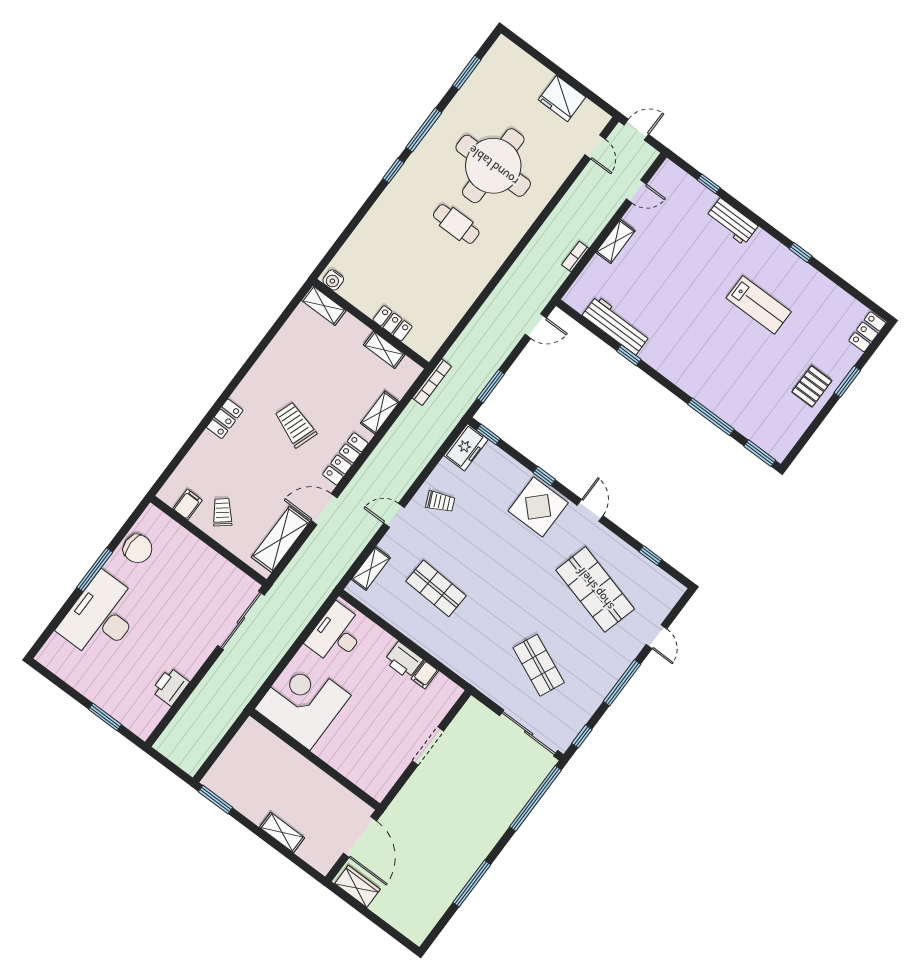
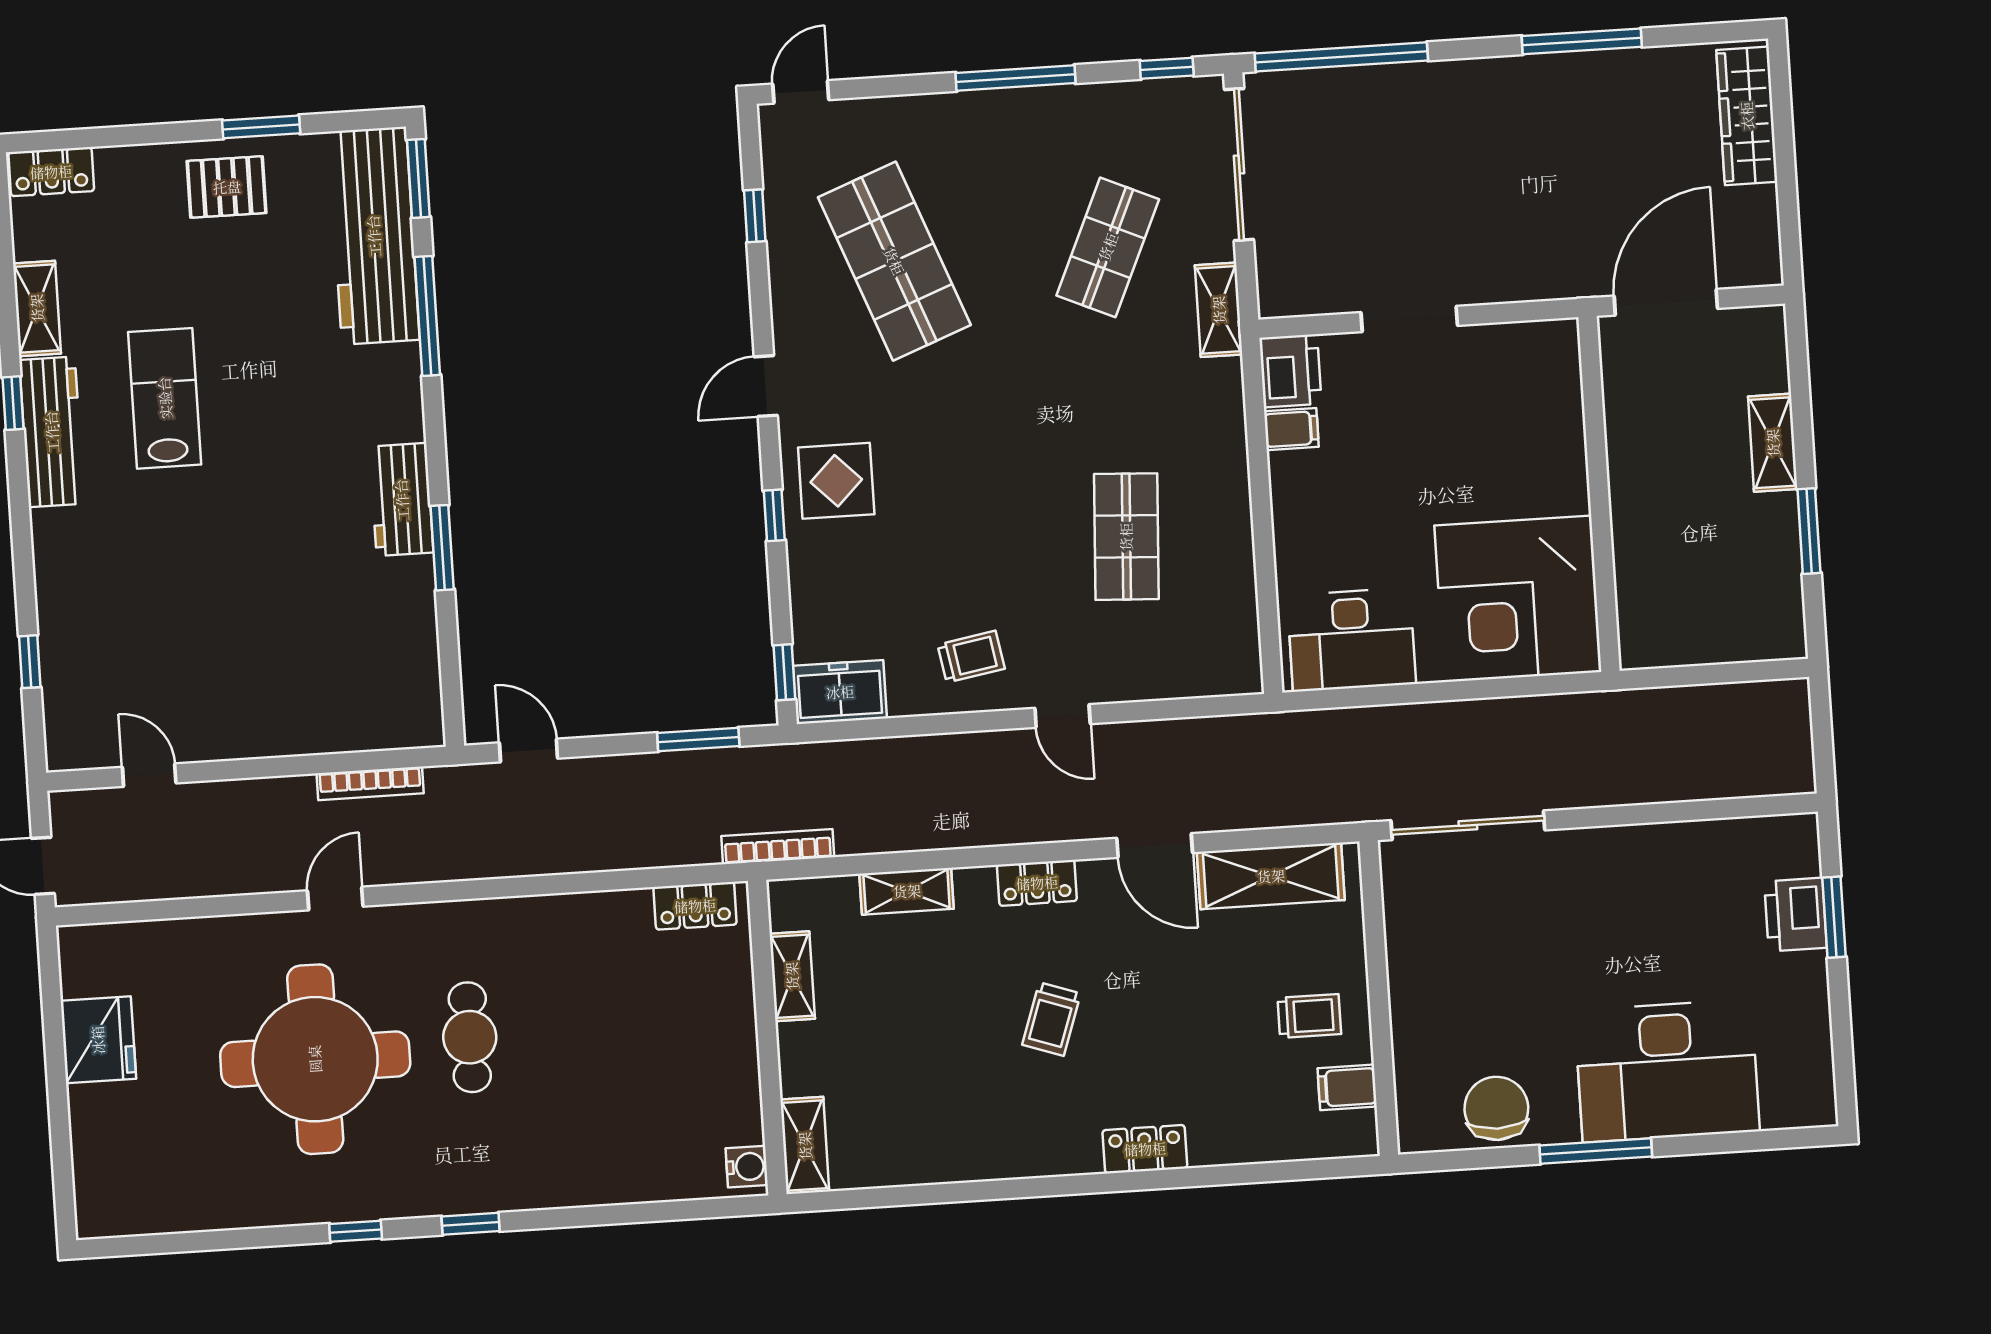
window: (467, 72) -> (194, 1242), removed
window: (424, 130) -> (356, 1231), width x0.46
door: (595, 147) -> (335, 898), moved
workbench: (732, 222) -> (52, 432), moved, width x1.38
shelving: (615, 242) -> (37, 308), moved, turned 90
bookcase: (575, 257) -> (370, 783), width x1.56
locker: (392, 323) -> (695, 906), moved, turned -90
workbench: (616, 325) -> (402, 500), moved, width x0.73
window: (629, 355) -> (442, 548), width x1.50
window: (847, 382) -> (261, 127), moved
workbench: (753, 422) -> (374, 236), added
trolley: (295, 425) -> (1051, 1019), width x0.73, depth x0.72
locker: (345, 459) -> (1037, 883), width x0.66
trolley: (440, 502) -> (971, 657), turned 104
display table: (538, 507) -> (836, 481), width x0.73, depth x0.73
trolley: (222, 512) -> (1309, 1016), turned -141
shelving: (371, 569) -> (1219, 310), moved, turned 90
shop shelf: (595, 589) -> (894, 261), turned -36
door: (657, 637) -> (801, 92), moved
printer: (403, 660) -> (1290, 371), moved
printer: (170, 687) -> (1796, 915), moved, turned 90
window: (215, 800) -> (1809, 531), moved
wardrobe: (357, 886) -> (1747, 116), moved, width x1.50

